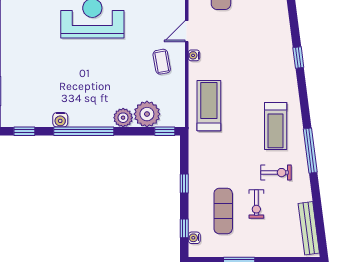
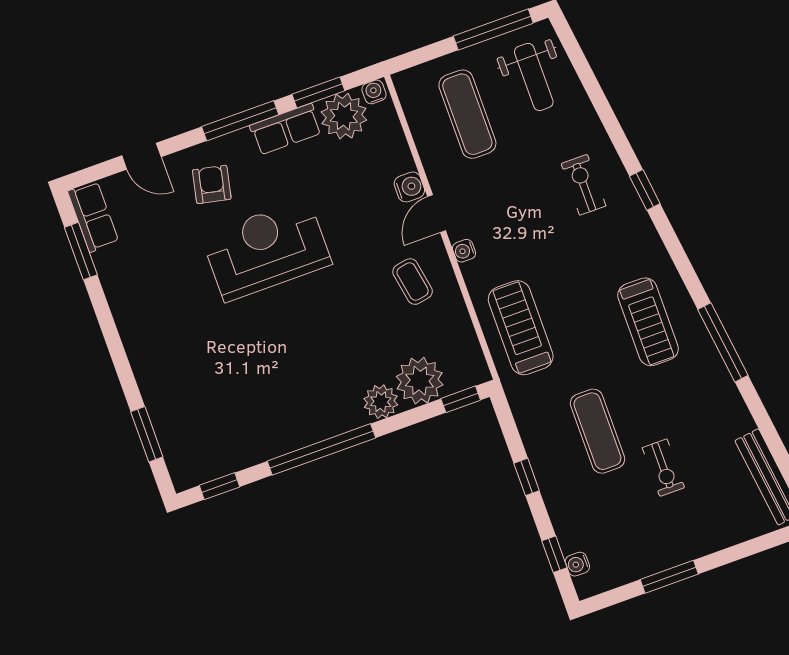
water cooler: (60, 120) -> (409, 187), moved, turned -90
exercise bike: (276, 173) -> (583, 185), moved, turned -90
exercise mat: (223, 211) -> (597, 431), moved

